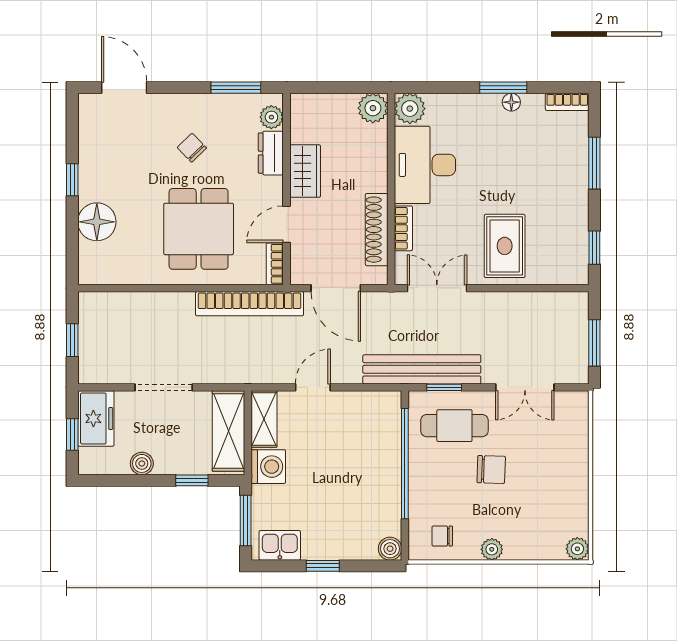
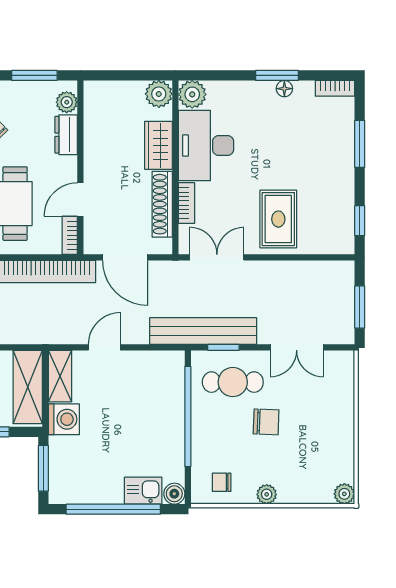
wardrobe: (305, 171) -> (158, 145), moved, turned 180
kitchen sink: (280, 545) -> (143, 491), moved
window: (323, 566) -> (113, 509), width x3.17

